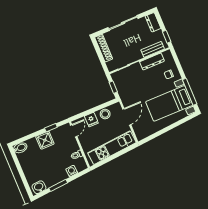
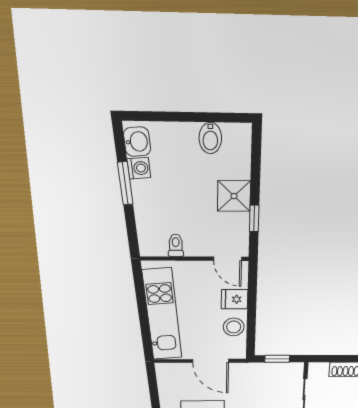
bidet: (20, 148) -> (210, 138), moved
washing machine: (72, 171) -> (139, 168), moved

